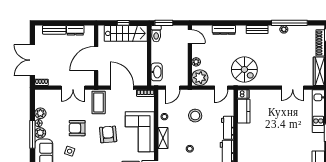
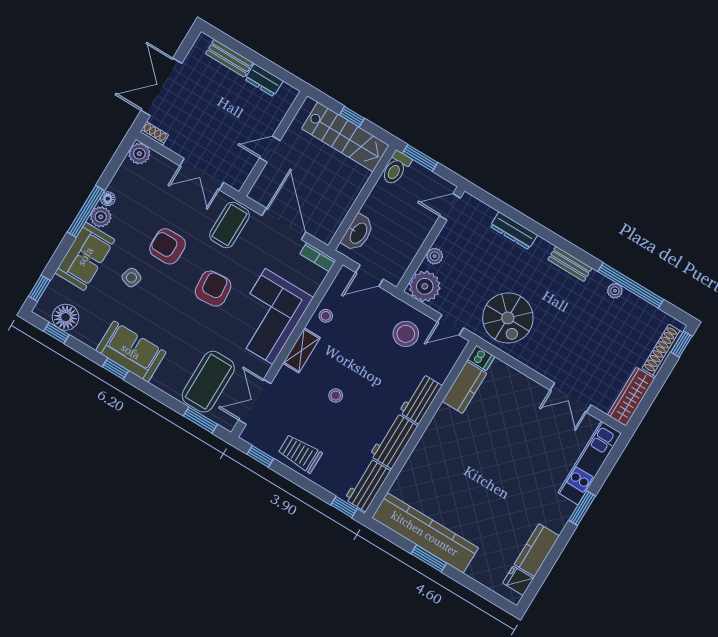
door: (190, 36) -> (450, 207), swing flipped
door: (96, 59) -> (270, 149), width x0.53
plant: (40, 113) -> (139, 154), moved
stool: (195, 116) -> (406, 334), moved

